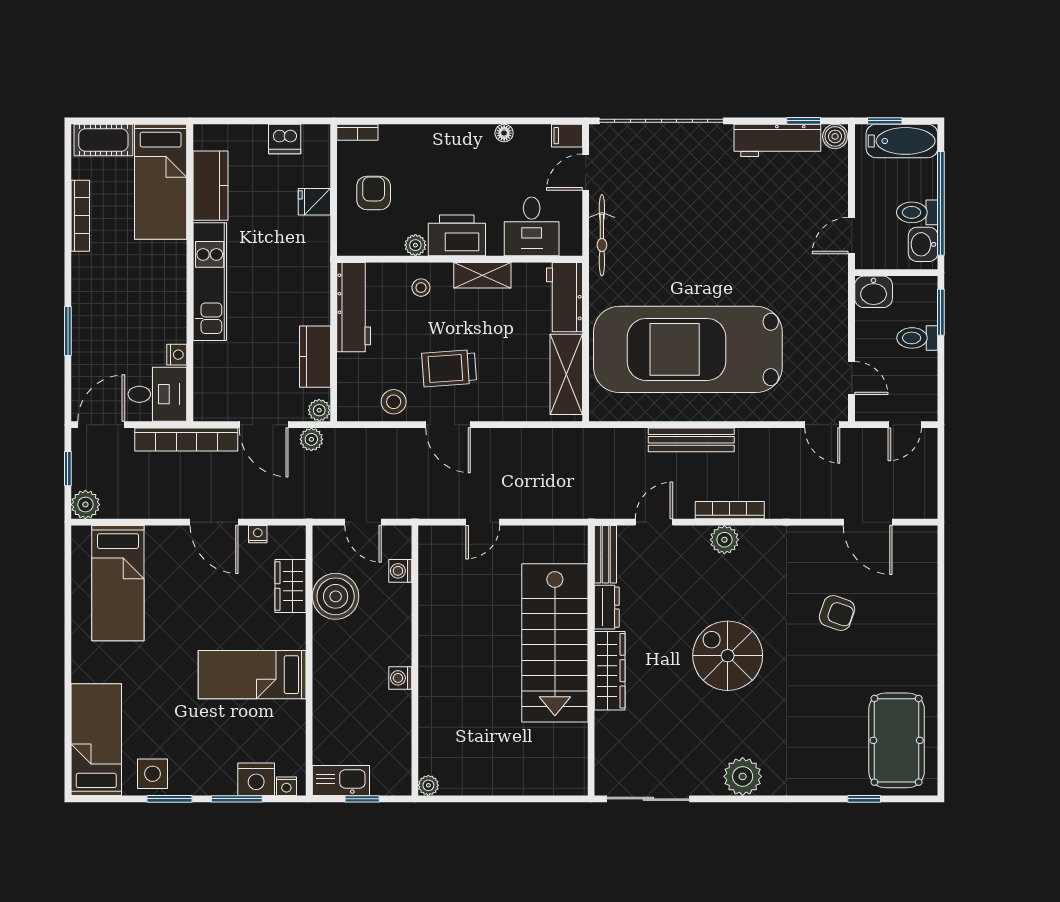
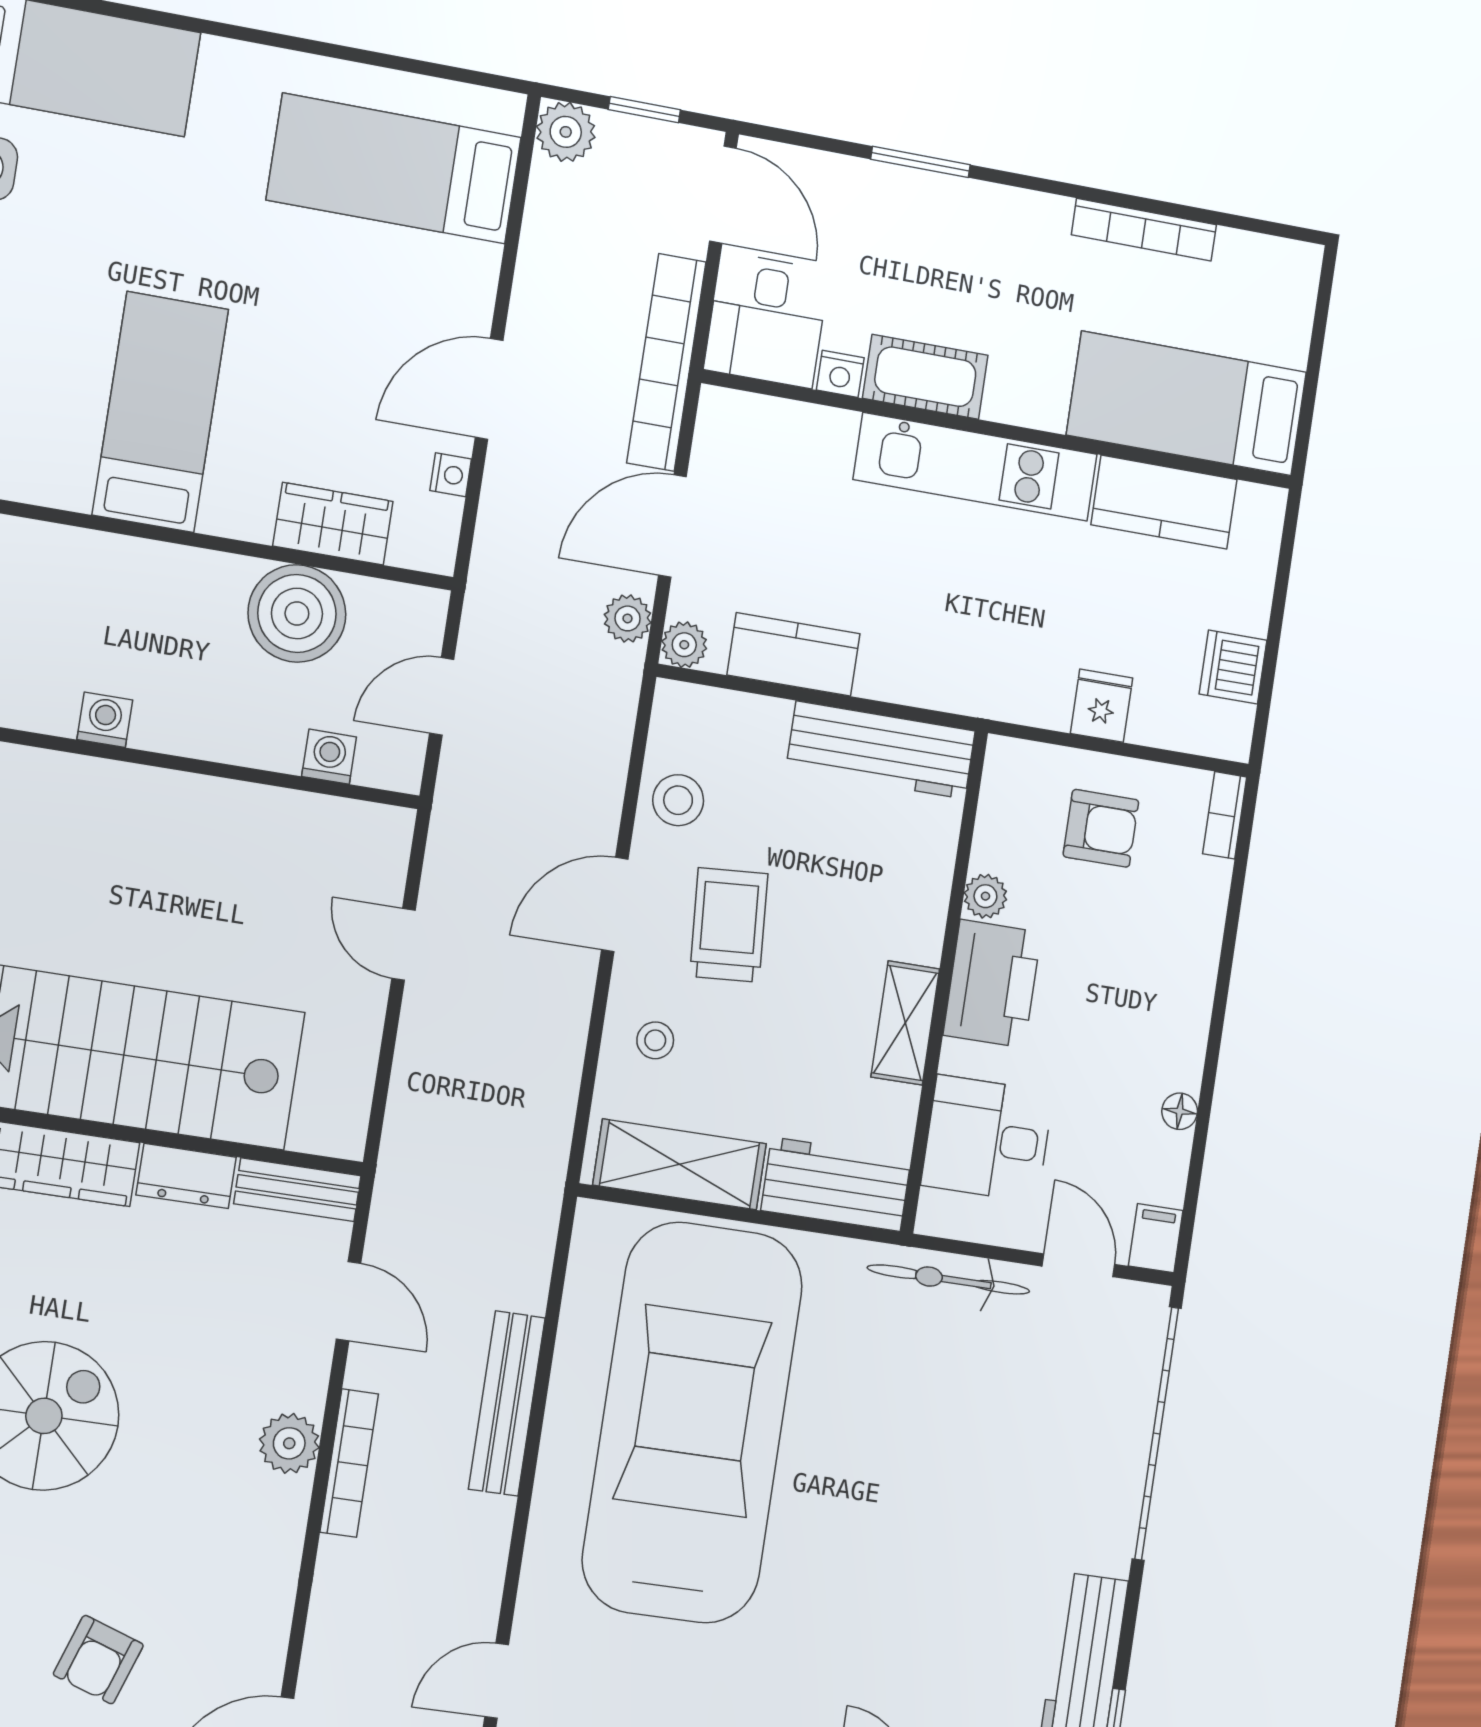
cot: (103, 140) -> (925, 377), moved, turned 90
stool: (421, 288) -> (655, 1040), moved

